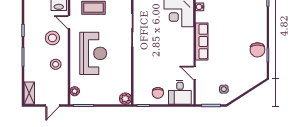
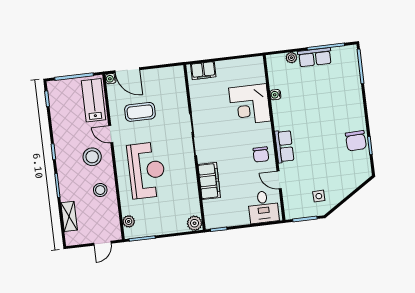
row of seats: (202, 42) -> (284, 146), width x0.68
filing cabinet: (141, 67) -> (209, 181), added
shelving: (29, 93) -> (69, 216), moved
chair: (158, 93) -> (261, 154), moved

